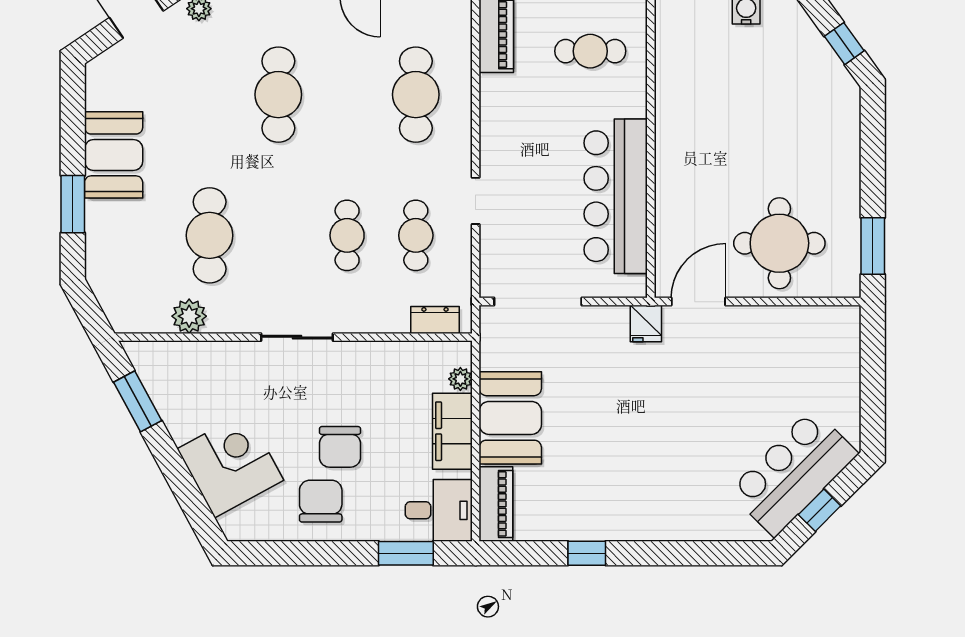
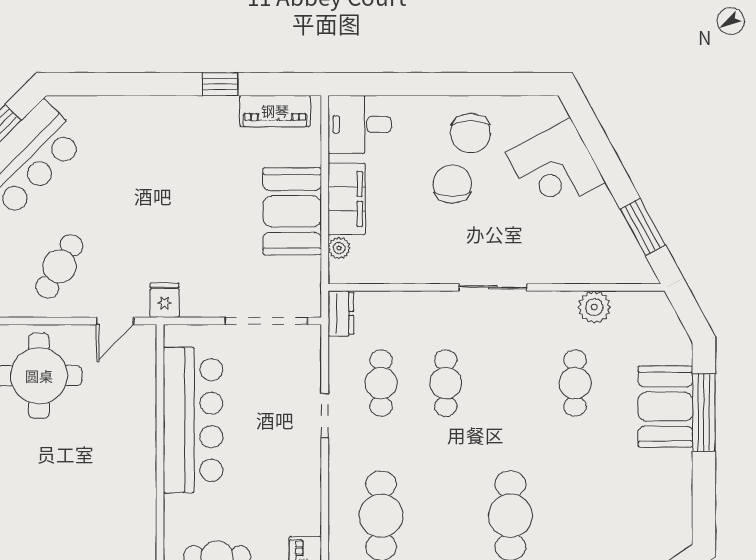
booth: (114, 155) -> (665, 407), moved
window: (73, 204) -> (704, 413), width x1.44
cafe table: (210, 235) -> (575, 383), width x0.73, depth x0.74
door: (698, 302) -> (115, 321), width x0.73
dresser: (435, 320) -> (341, 313), moved, turned -90
cafe table: (758, 360) -> (59, 266), added
piano: (496, 504) -> (275, 111), moved, turned -90
window: (406, 553) -> (390, 84), removed

